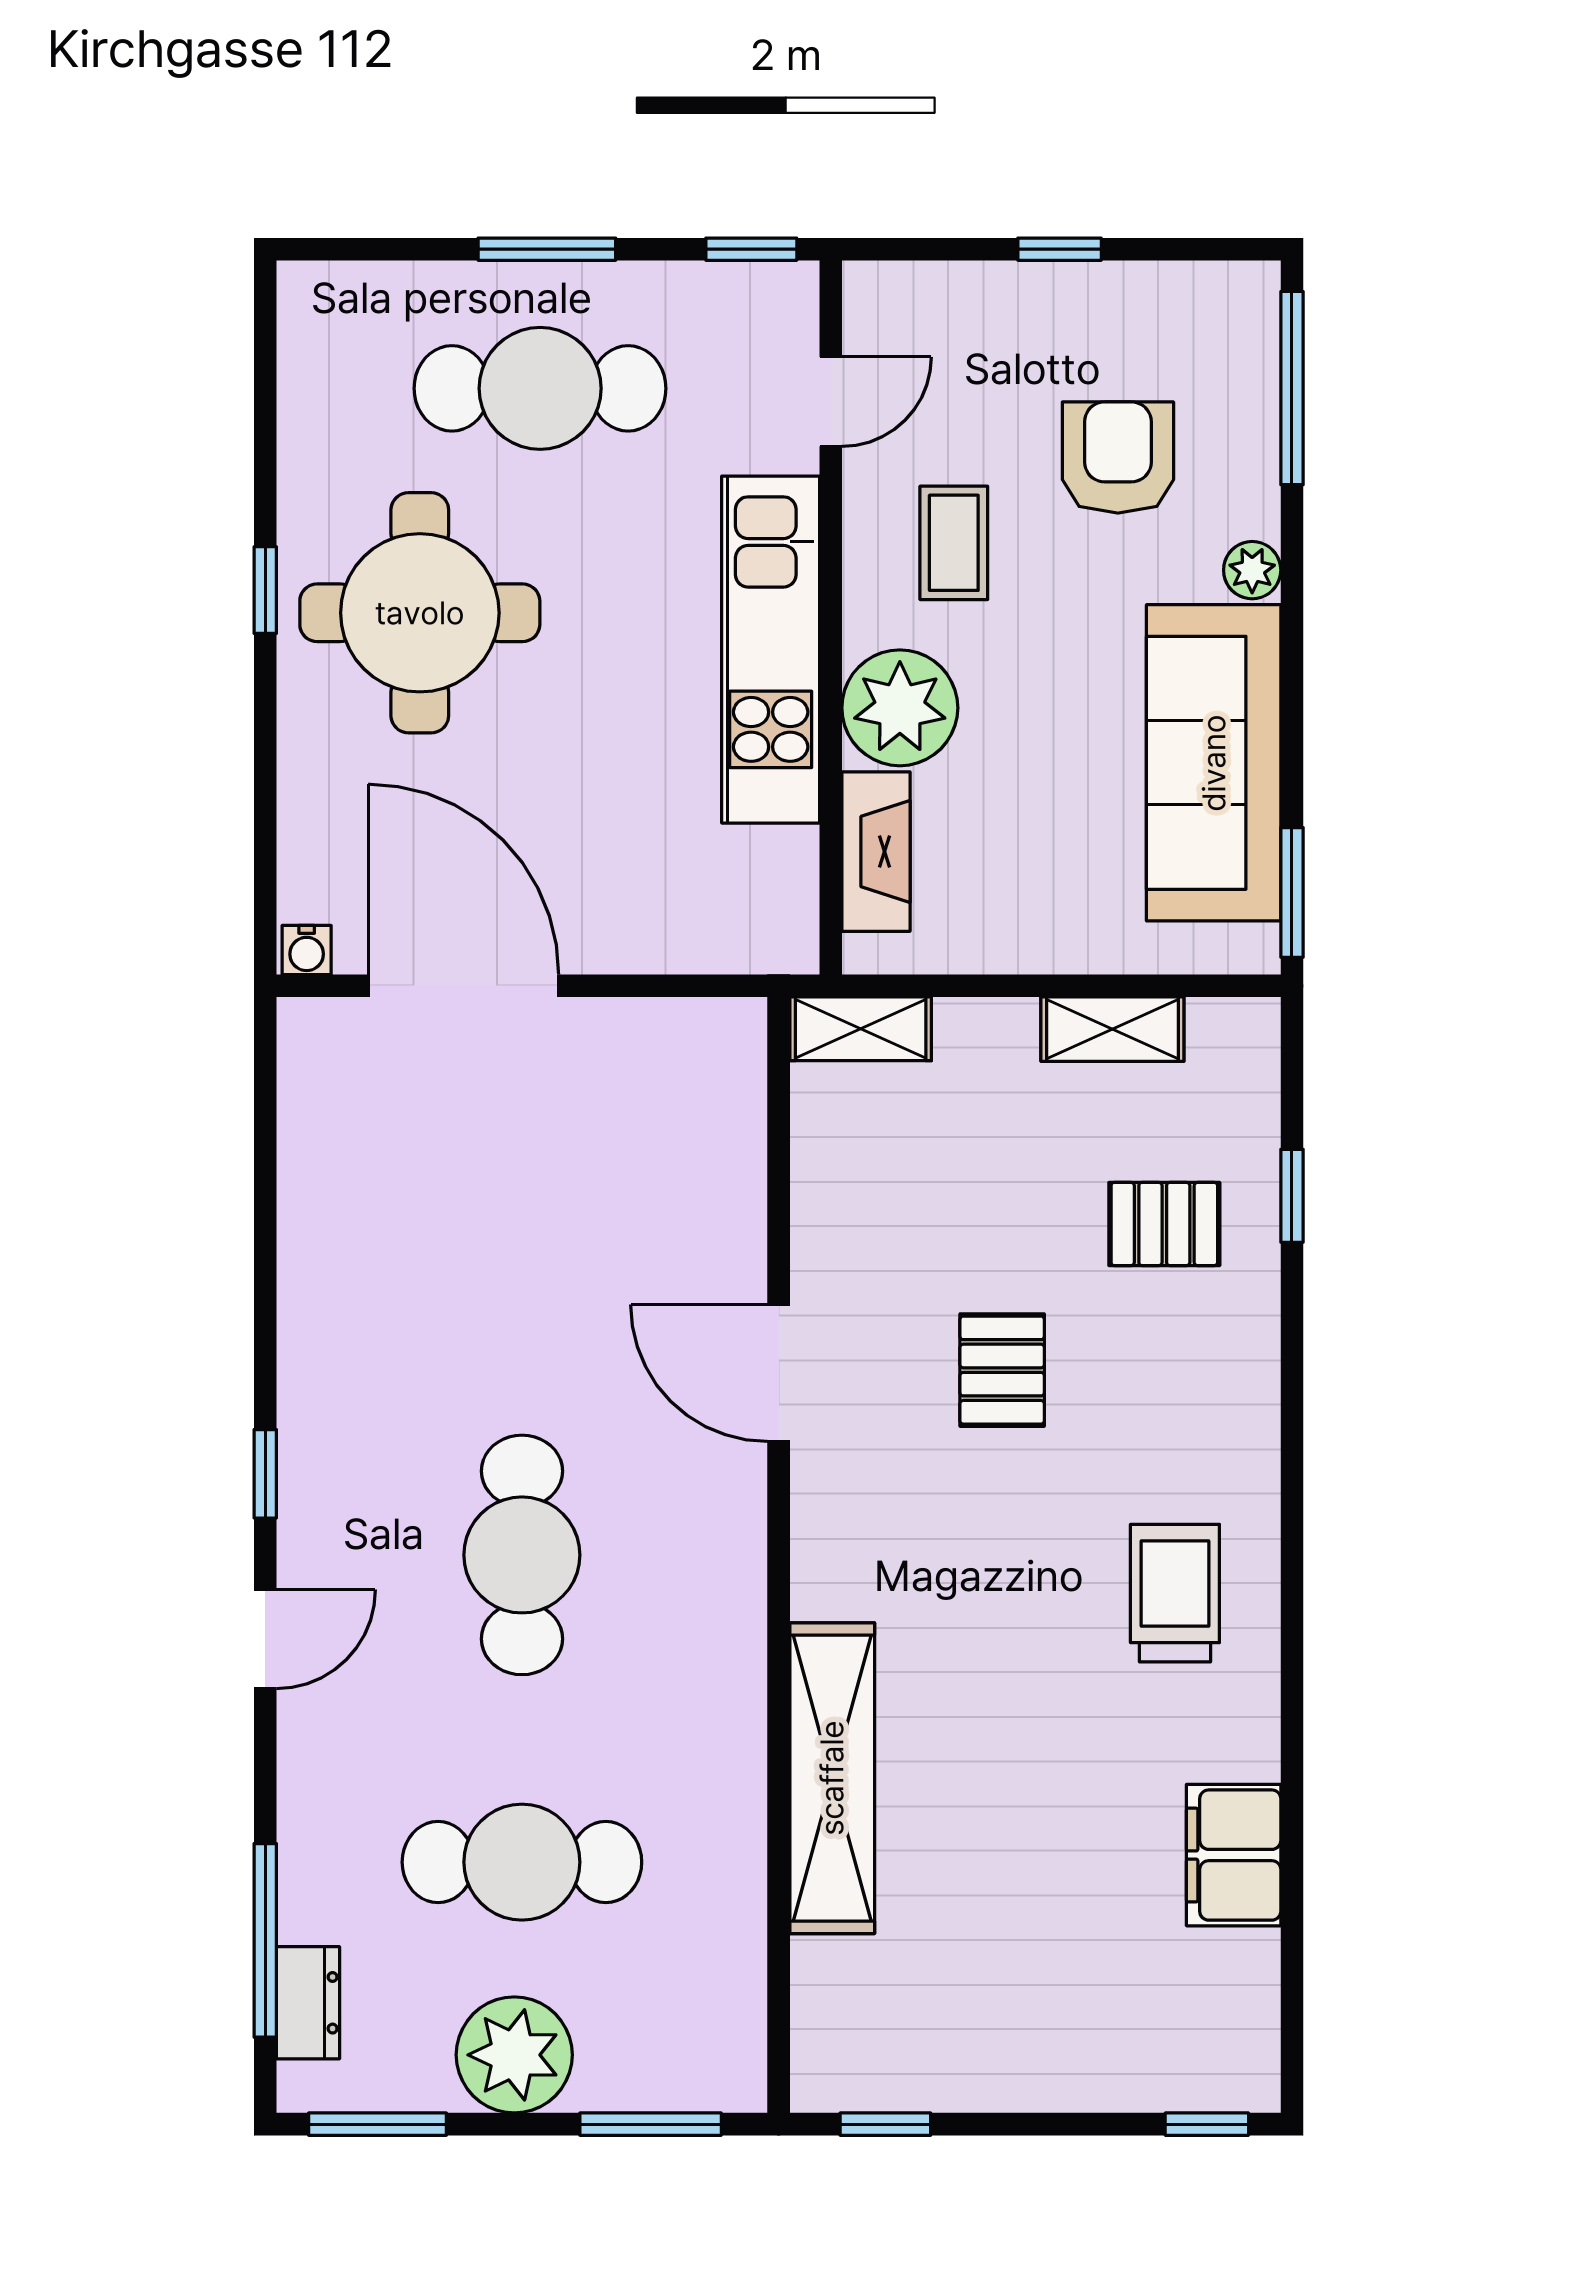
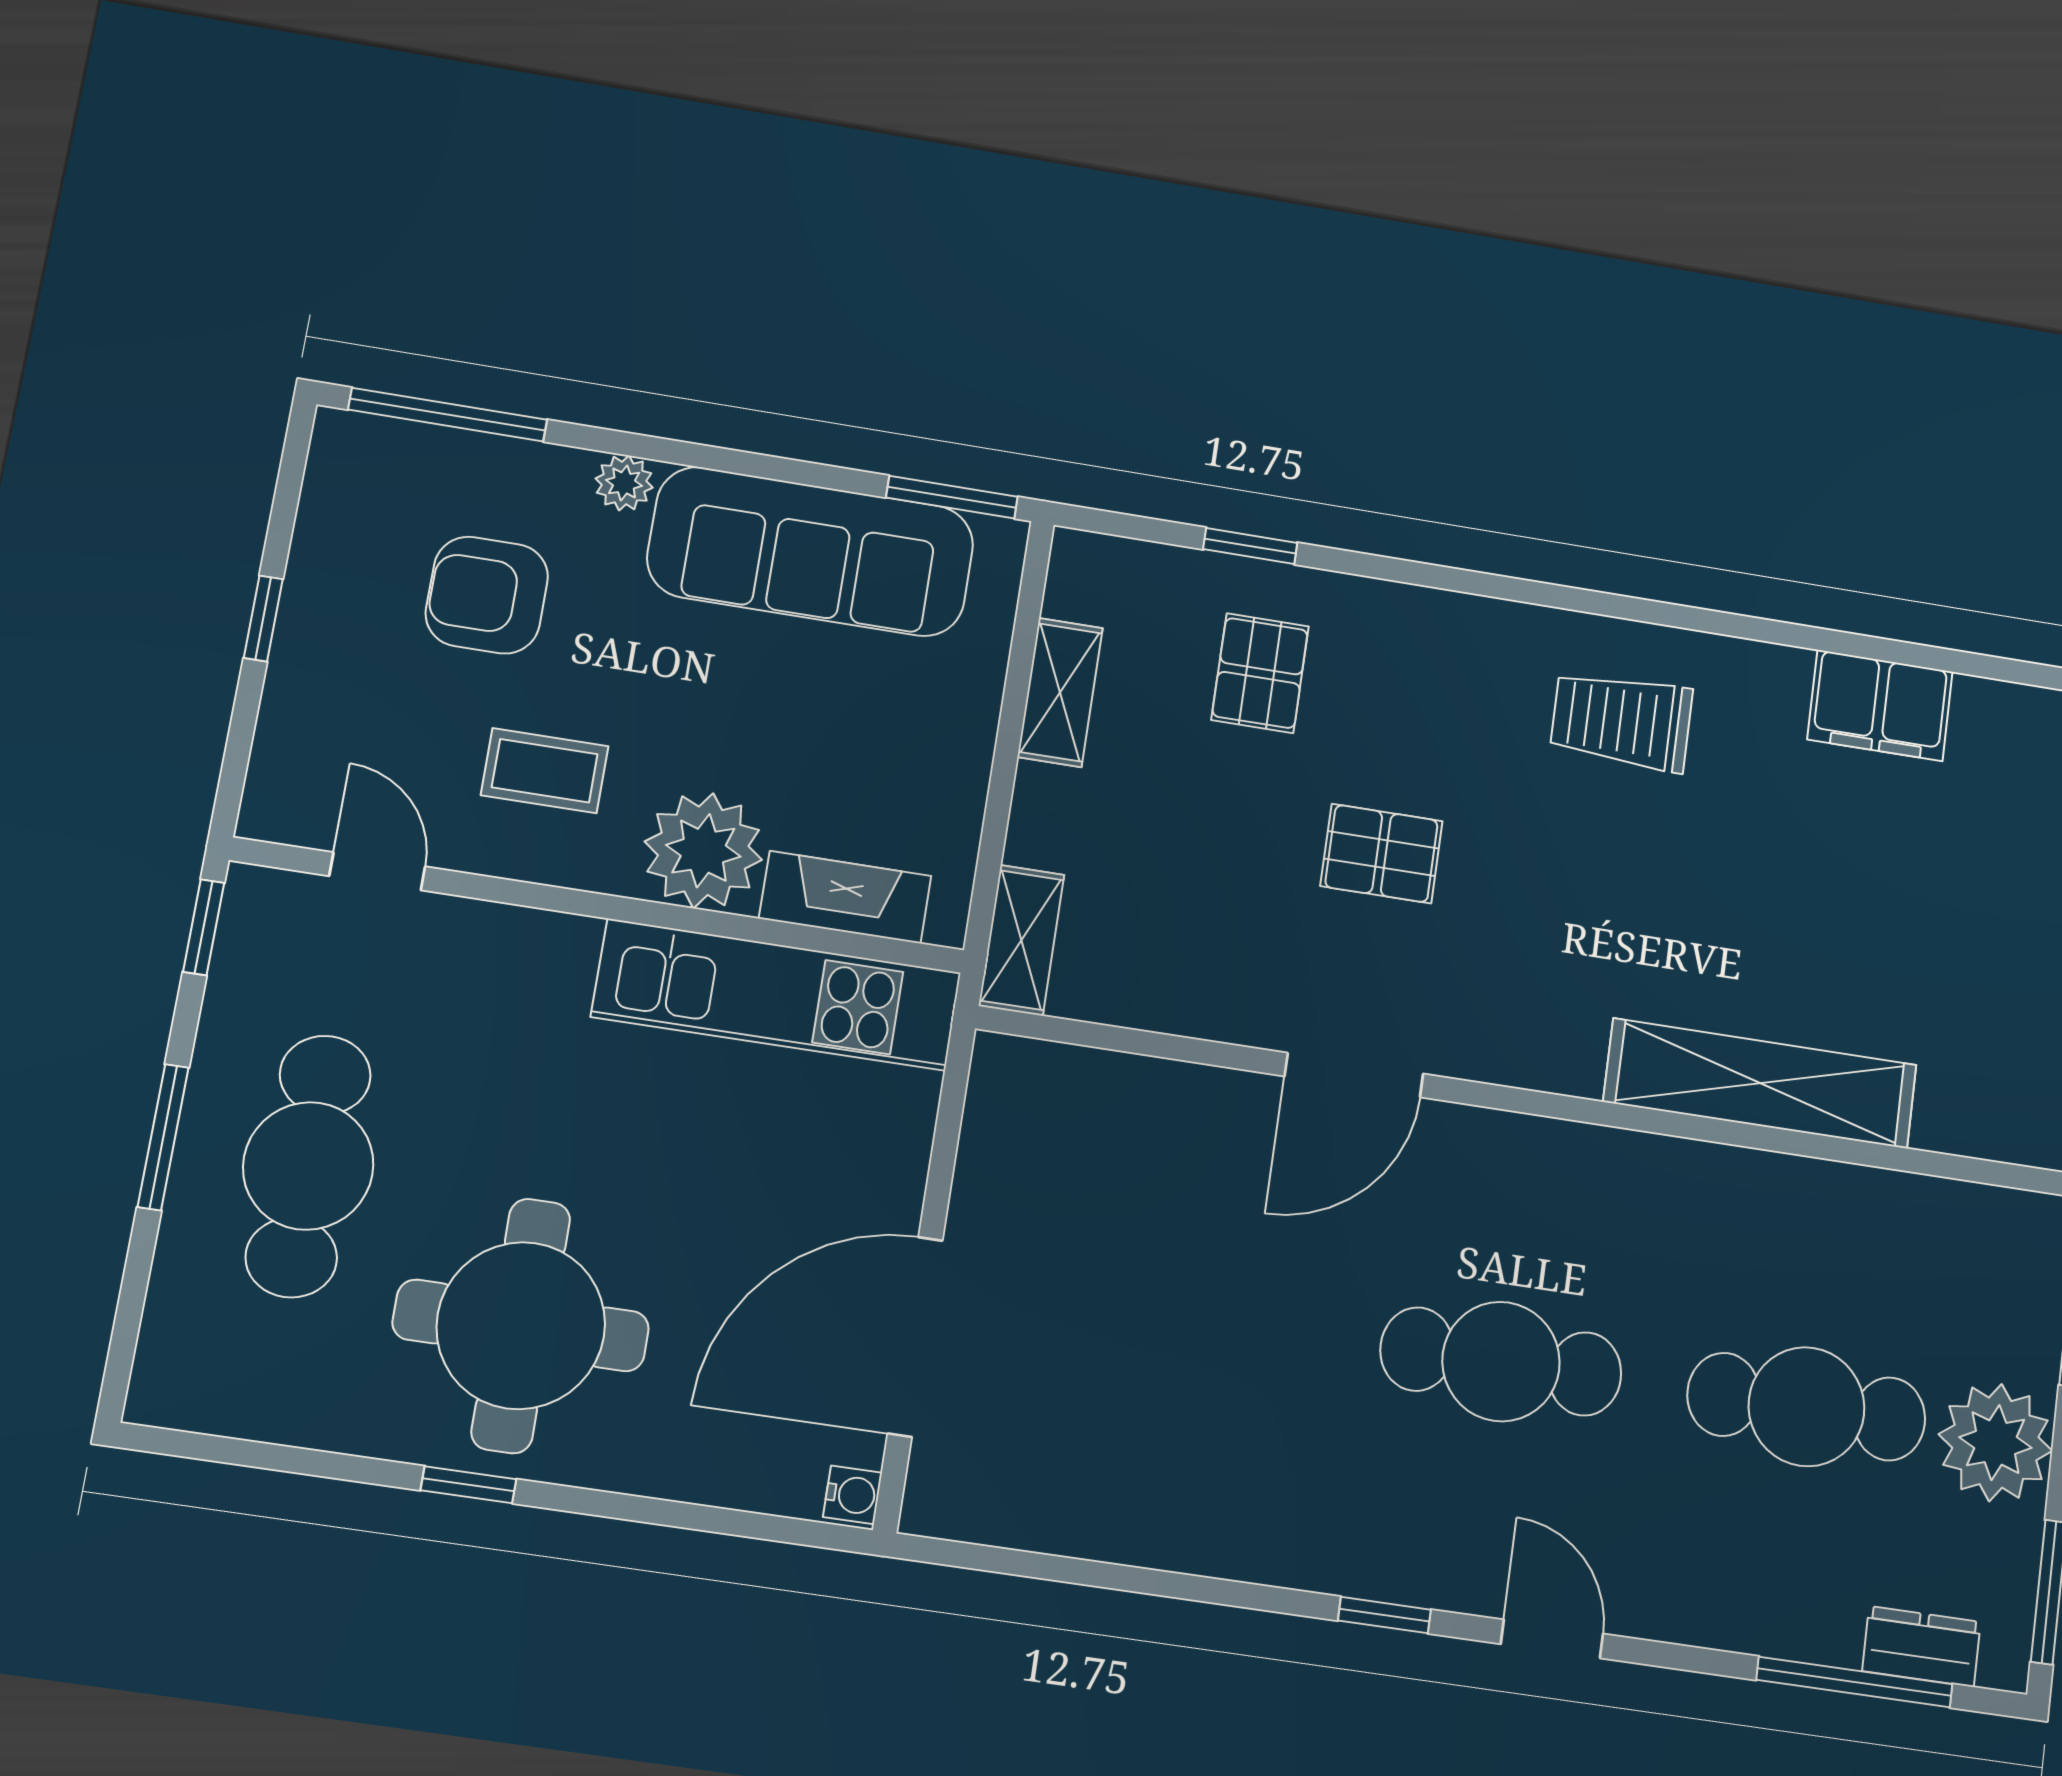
kitchen unit: (771, 650) -> (777, 995), moved
cafe table: (522, 1862) -> (1806, 1407), turned 90

